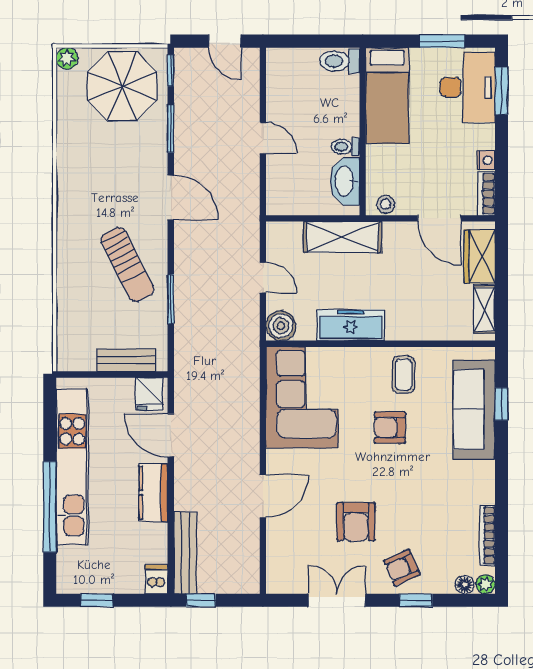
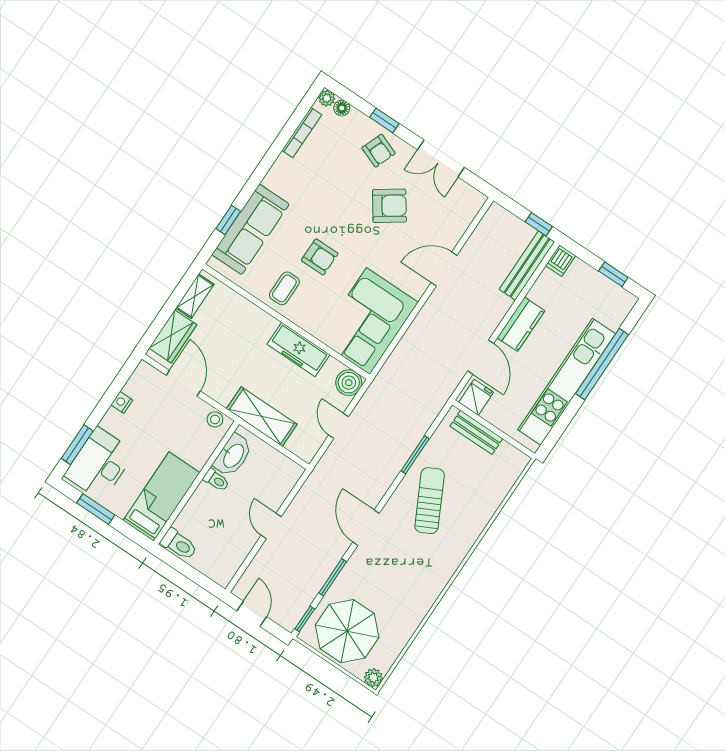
bookcase: (486, 194) -> (138, 378), removed
armchair: (356, 522) -> (389, 206), turned 55
armchair: (402, 568) -> (379, 151), turned 45

